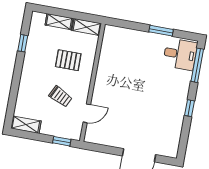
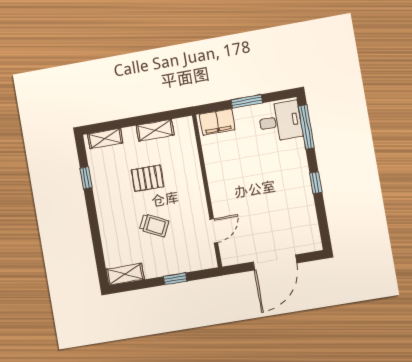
shelving: (59, 22) -> (105, 139), moved
filing cabinet: (134, 38) -> (217, 122), added
wall: (92, 82) -> (207, 191), moved
door: (87, 113) -> (214, 231), moved

